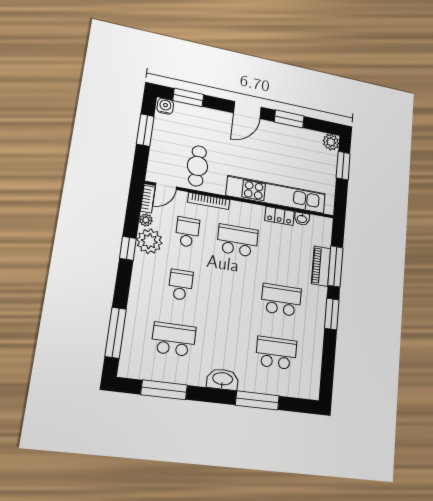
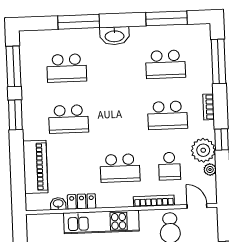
door: (166, 186) -> (197, 206), hinge flipped
kitchen unit: (276, 195) -> (101, 222), width x0.73
bookcase: (148, 199) -> (209, 107), moved
piano: (321, 266) -> (35, 167), width x1.37, depth x1.33
window: (335, 266) -> (14, 66), moved
school desk: (181, 285) -> (168, 115), width x1.85

